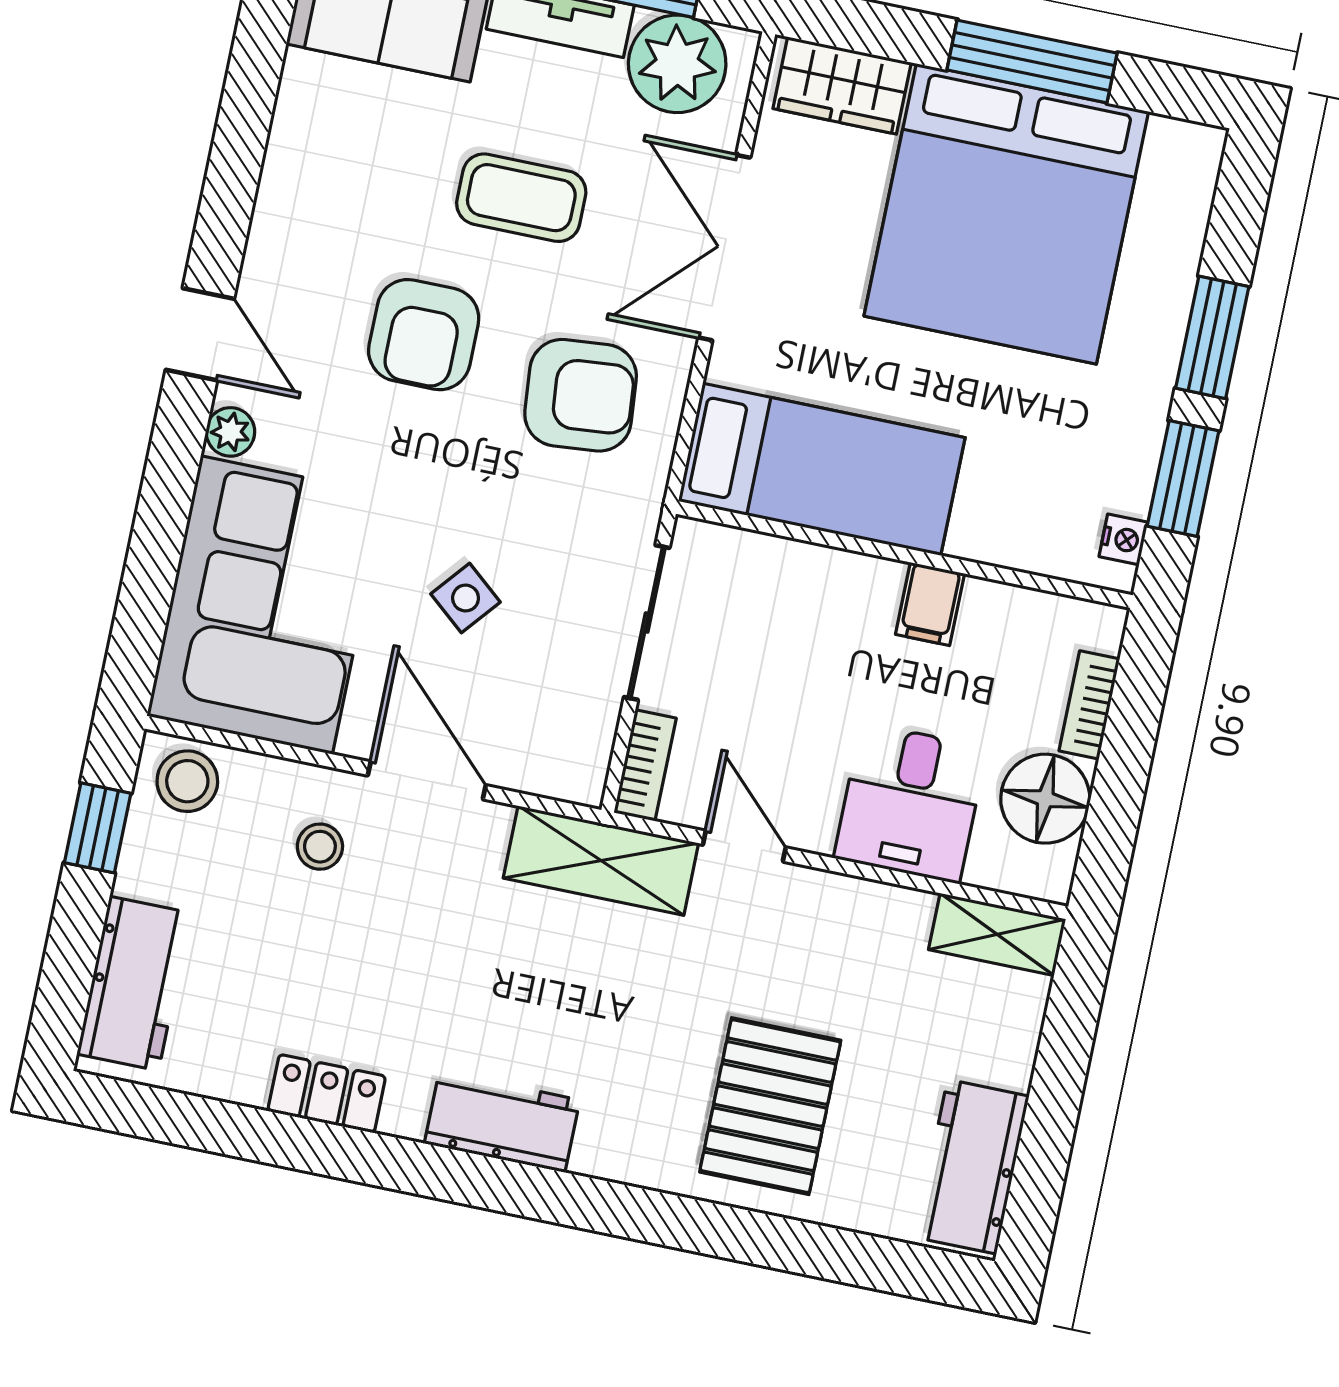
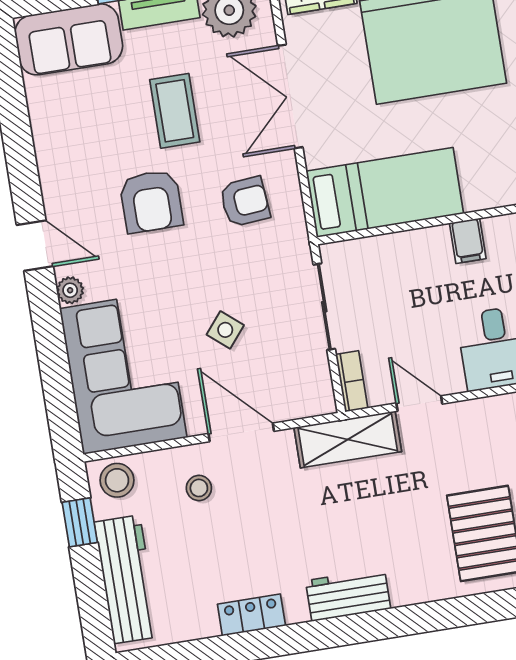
coffee table: (521, 198) -> (175, 111), turned 90
armchair: (581, 395) -> (245, 202), width x0.72, depth x0.72
workbench: (134, 983) -> (127, 579), width x1.38

